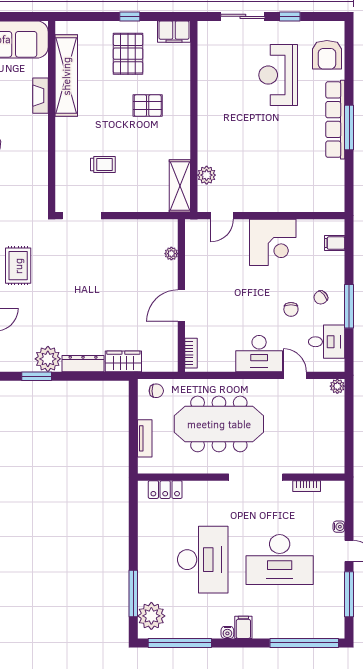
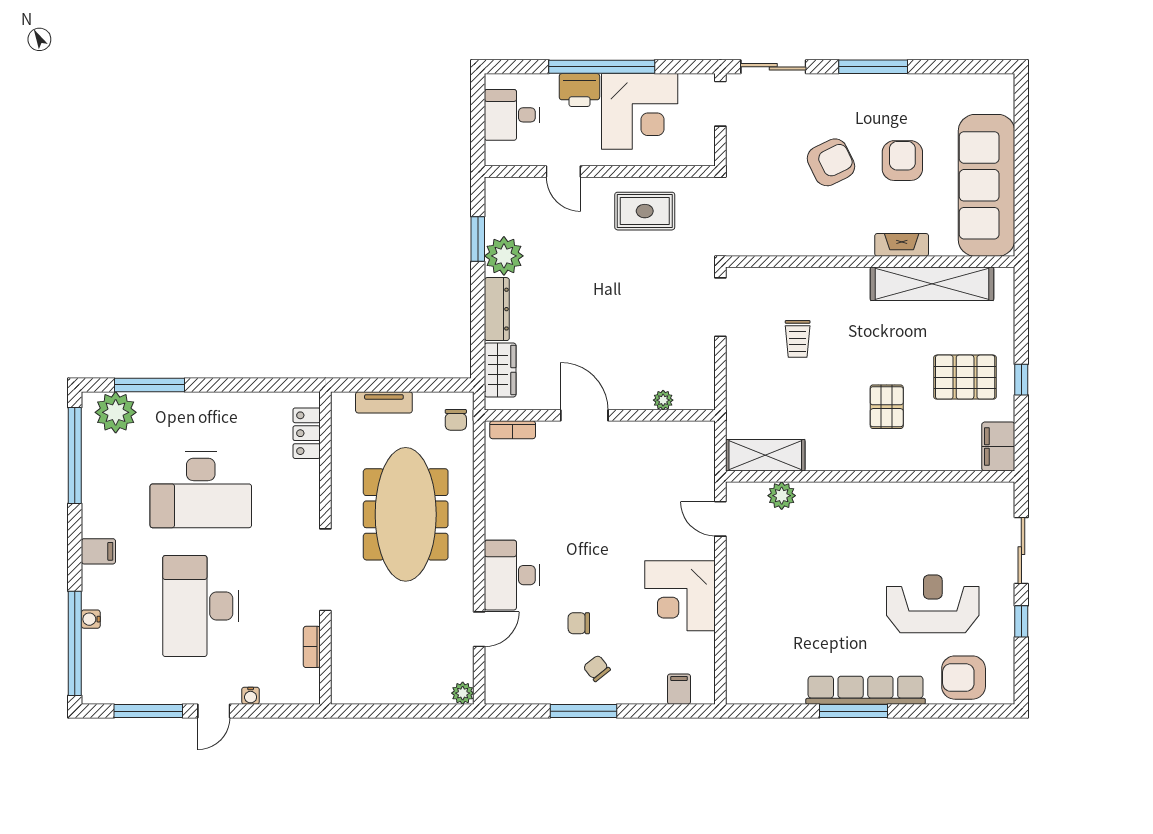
plant: (171, 254) -> (663, 400), moved
wall: (181, 295) -> (600, 415), moved
door: (181, 306) -> (584, 415), moved
desk: (327, 342) -> (530, 677), removed
bookcase: (191, 353) -> (513, 430), moved
water cooler: (227, 632) -> (91, 619), moved

